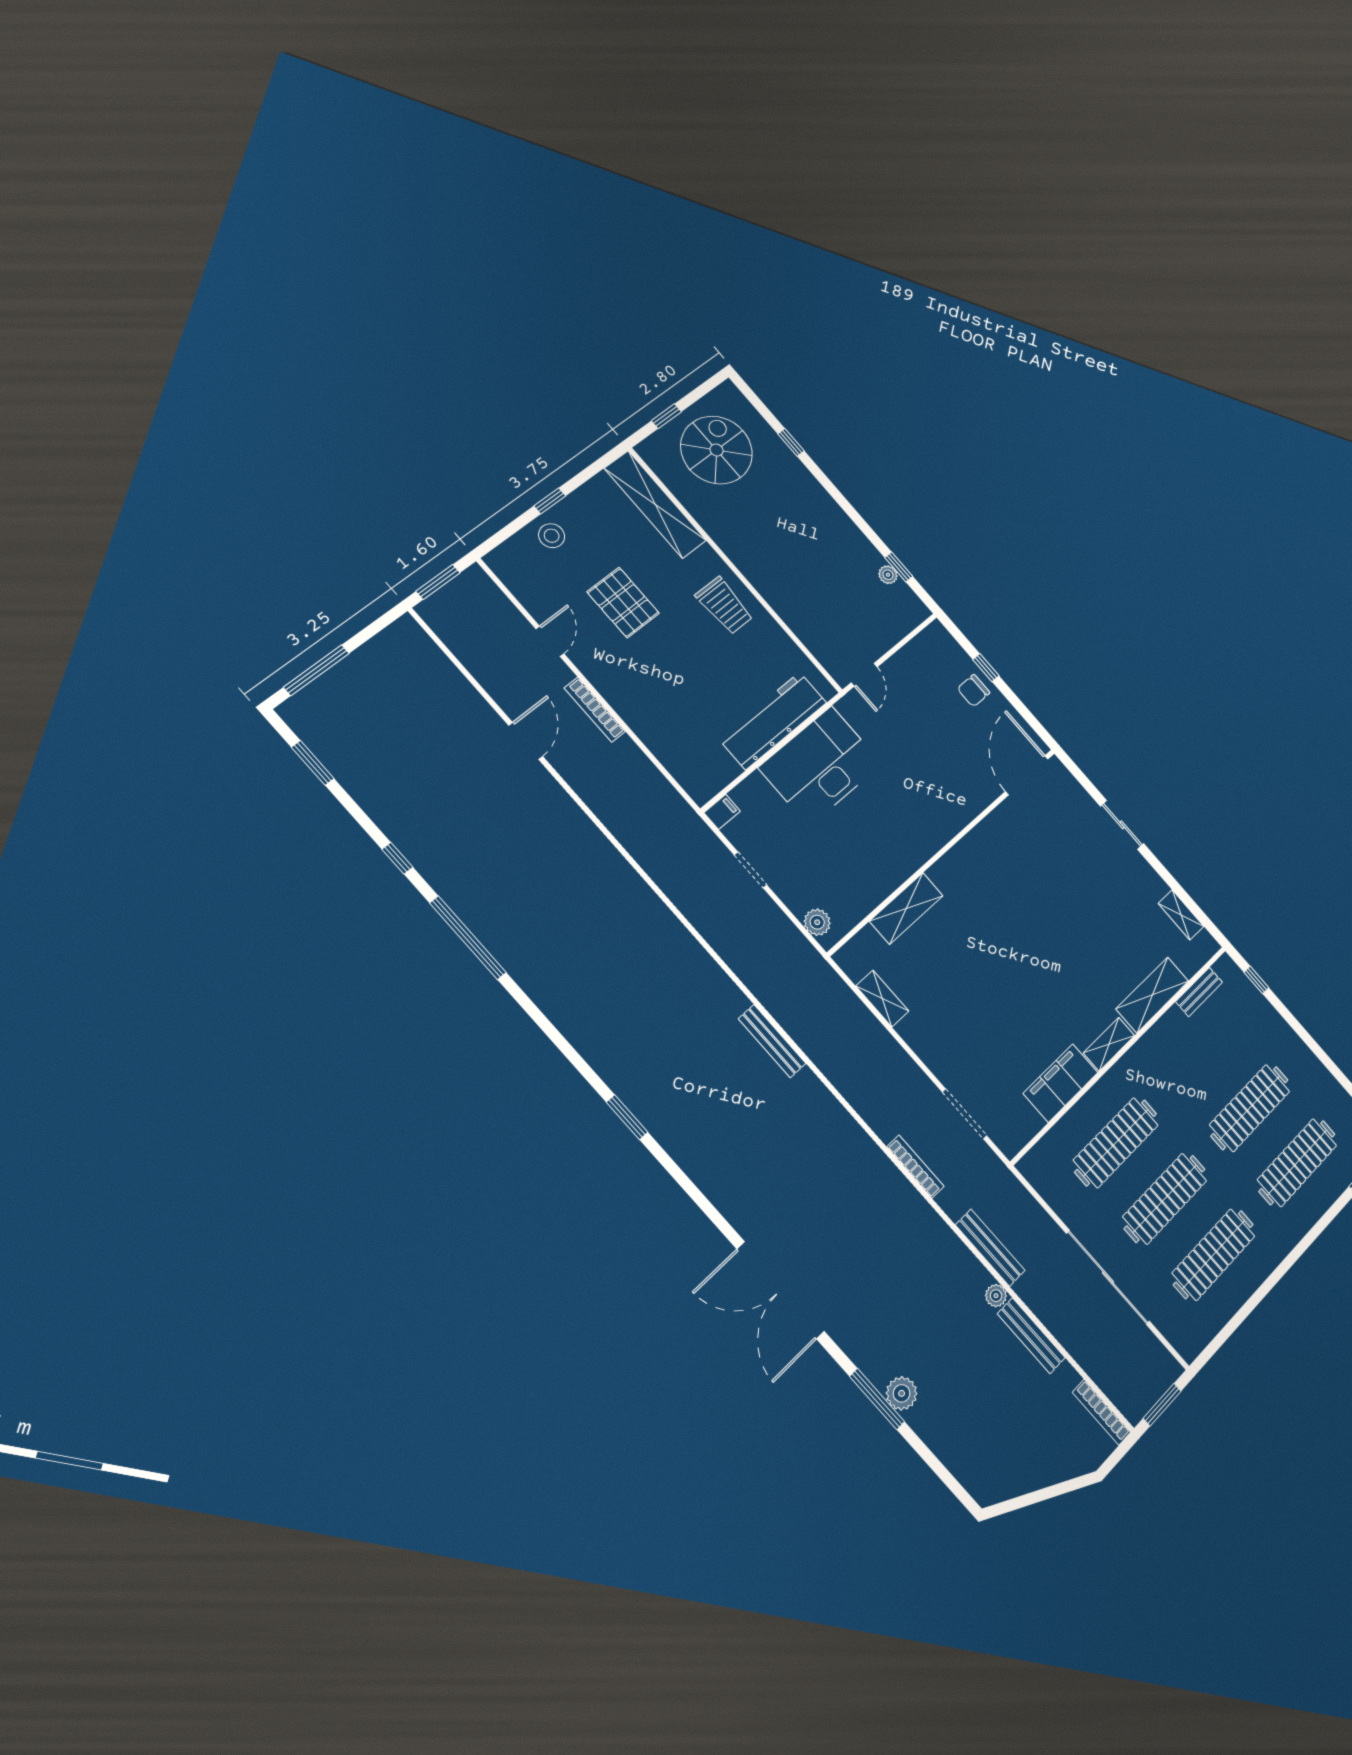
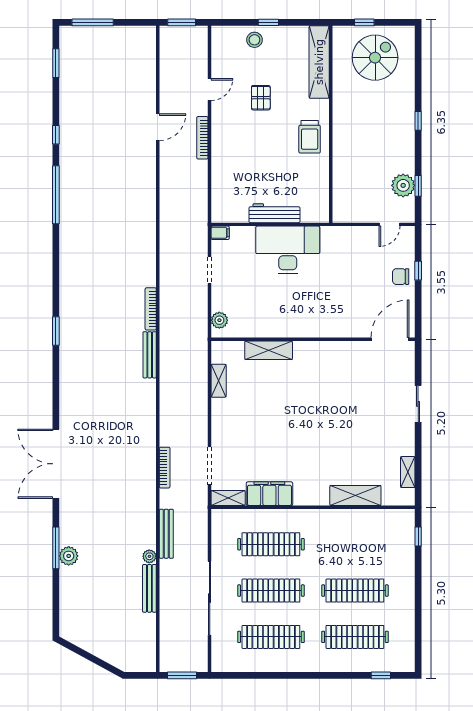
window: (791, 442) -> (418, 121), moved
plant: (888, 575) -> (403, 185), width x1.88, depth x1.88
pallet: (623, 603) -> (261, 98), width x0.67, depth x0.71
door: (864, 675) -> (390, 224), moved
workbench: (773, 721) -> (275, 213), width x0.73, depth x0.76
bench: (1199, 992) -> (381, 515), removed
shelving: (1109, 1044) -> (228, 498), moved
bookcase: (1101, 1412) -> (151, 309), moved

